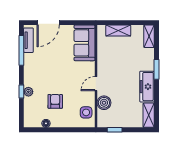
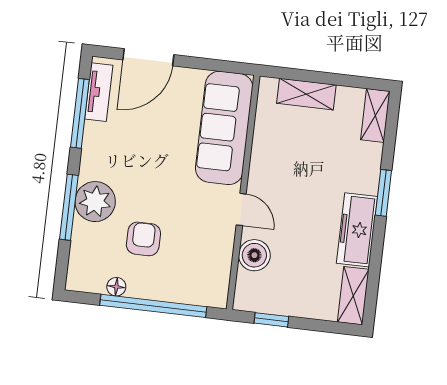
sofa: (84, 43) -> (224, 128), width x1.36
door: (96, 84) -> (241, 209), swing flipped
window: (21, 91) -> (69, 207), width x2.17
plant: (28, 92) -> (95, 202), width x1.88, depth x1.88
side table: (86, 112) -> (211, 272), removed
window: (63, 130) -> (153, 306), added

